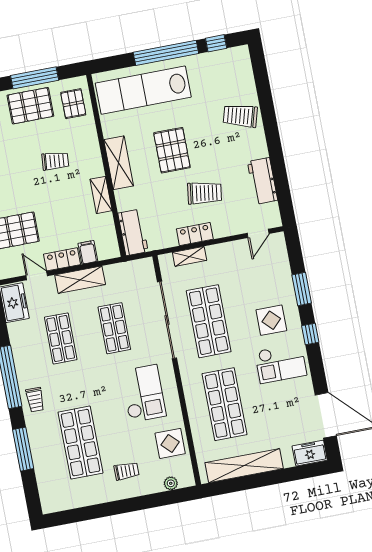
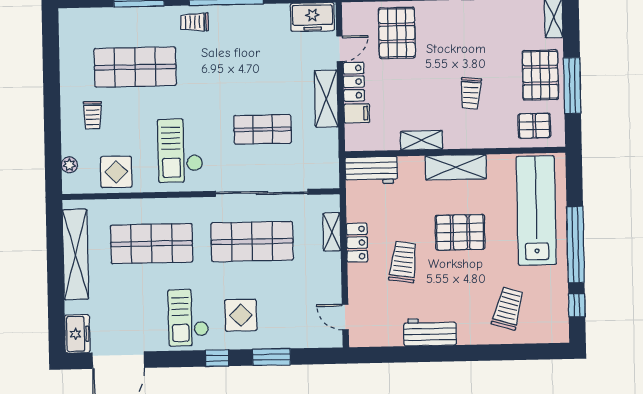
trolley: (240, 116) -> (508, 308), moved
workbench: (262, 181) -> (430, 332), moved
trolley: (204, 193) -> (403, 262), turned 180
shop shelf: (61, 338) -> (261, 64), removed
checkout: (143, 394) -> (180, 151), turned 90

